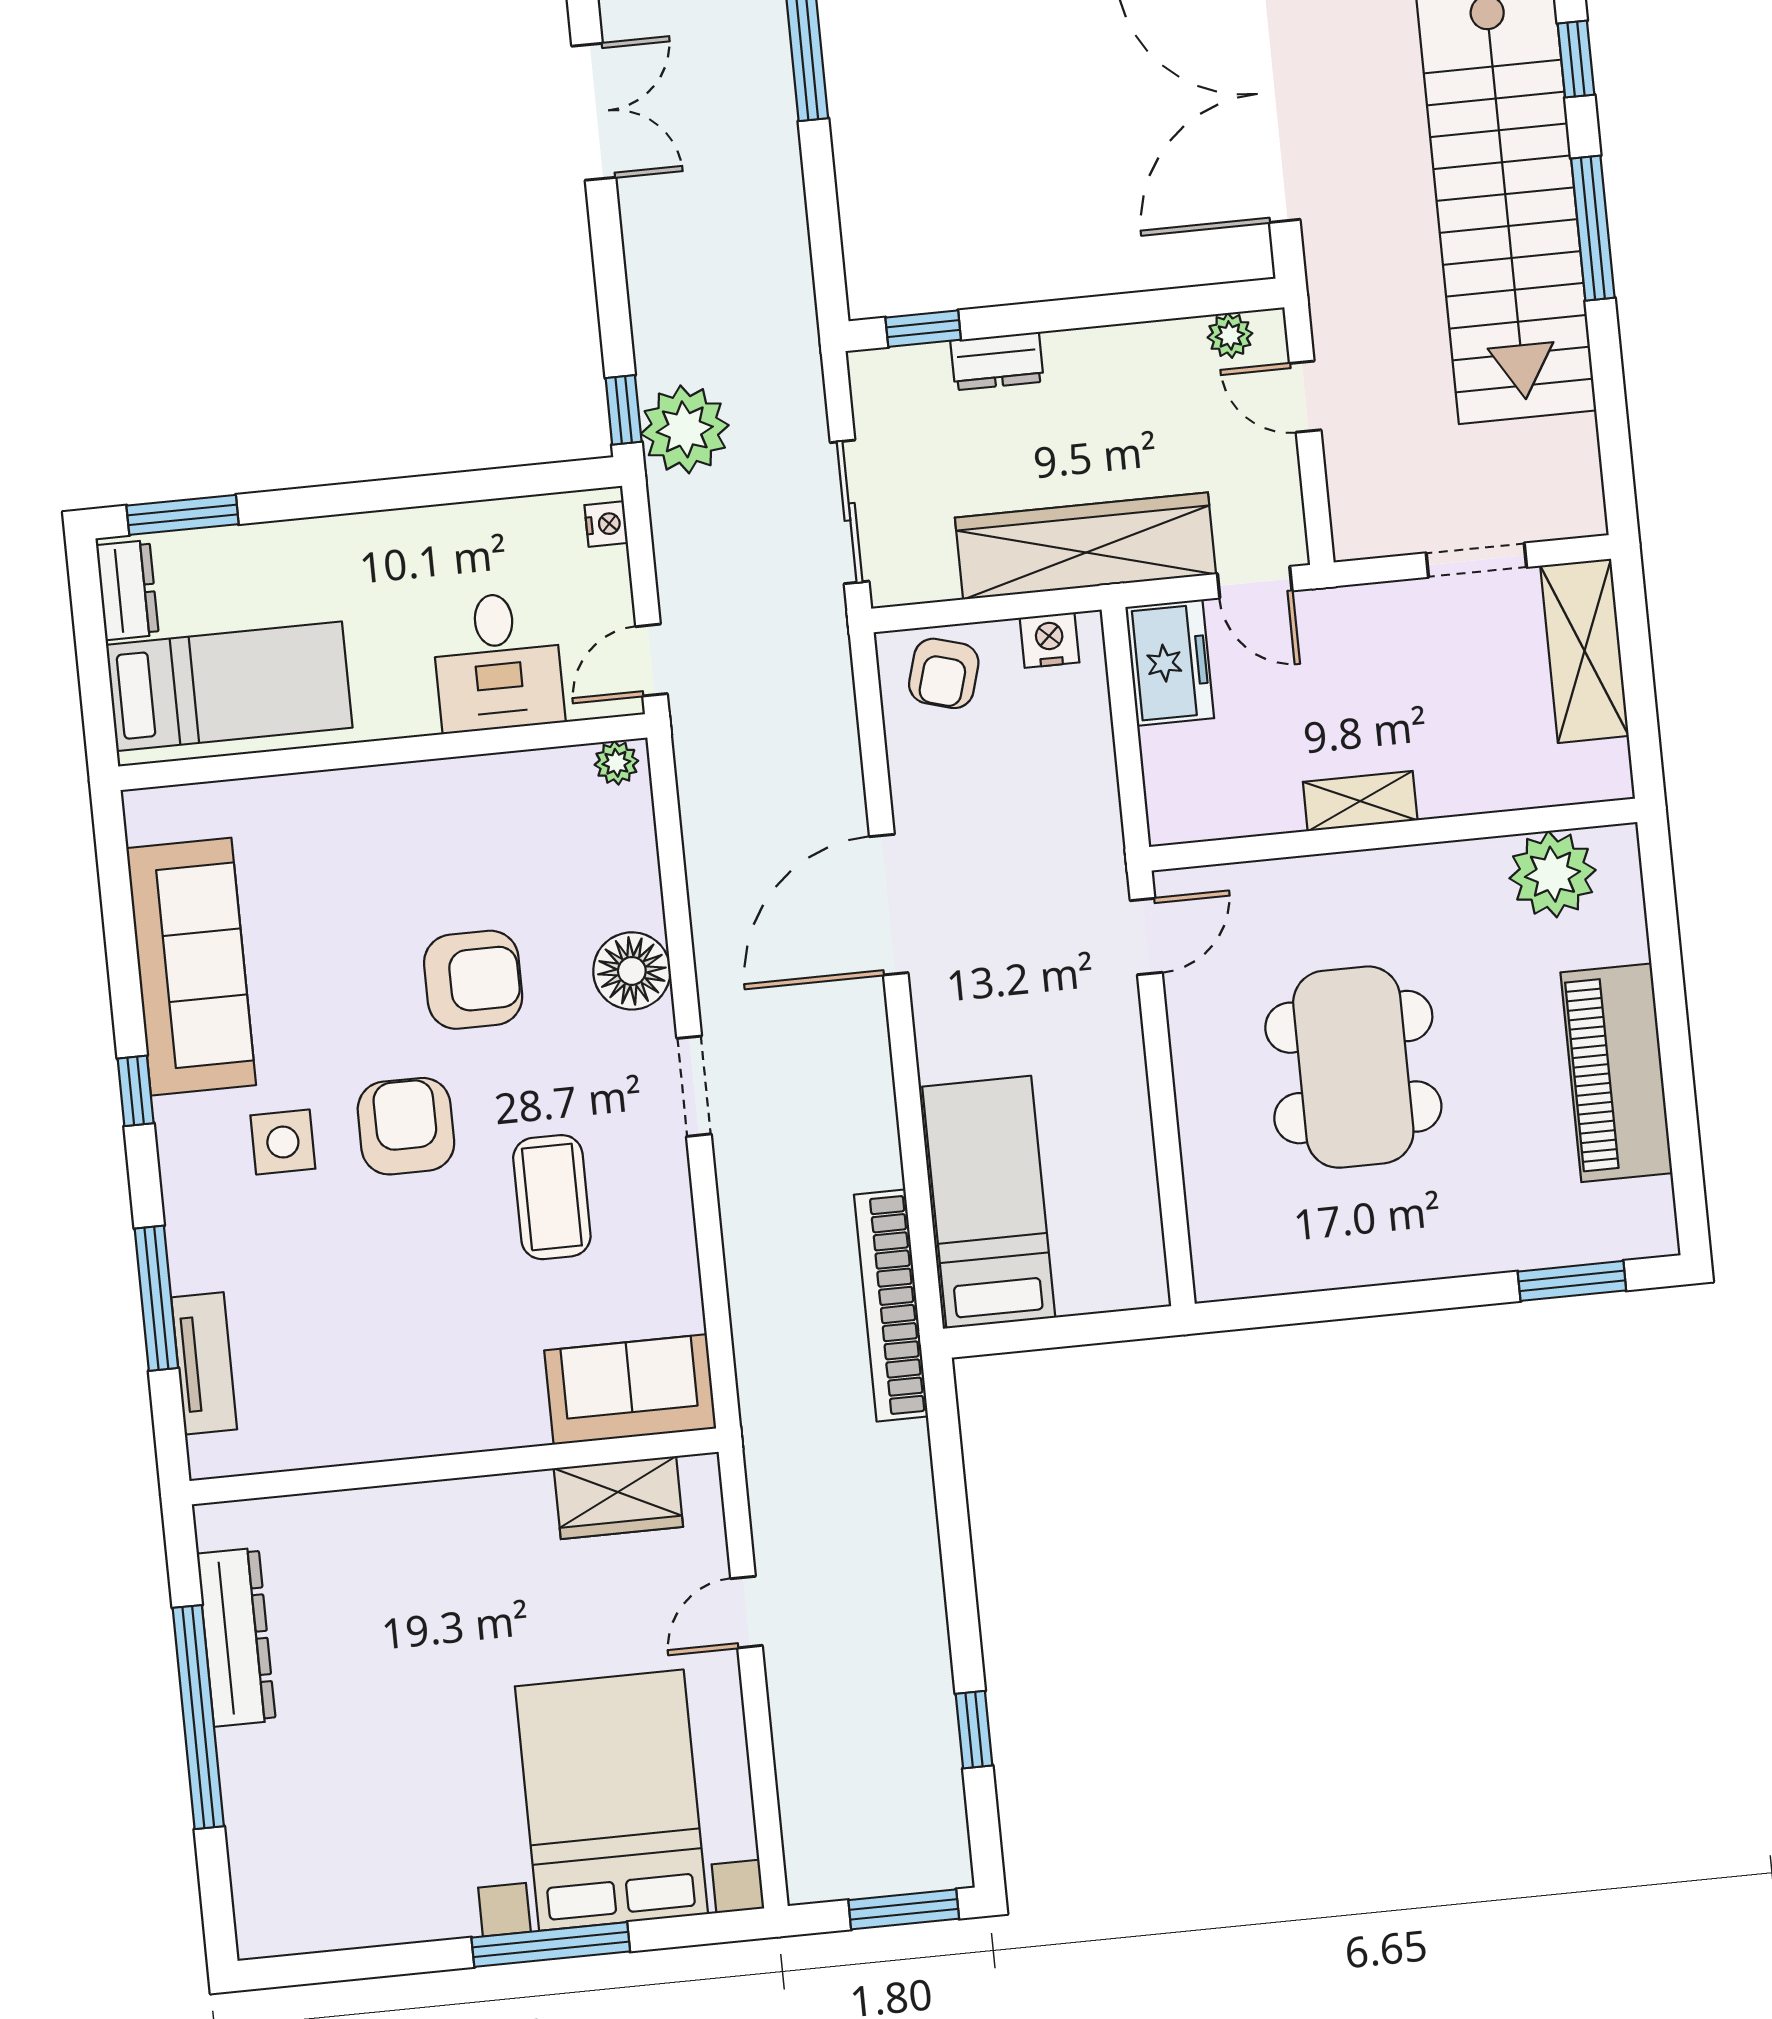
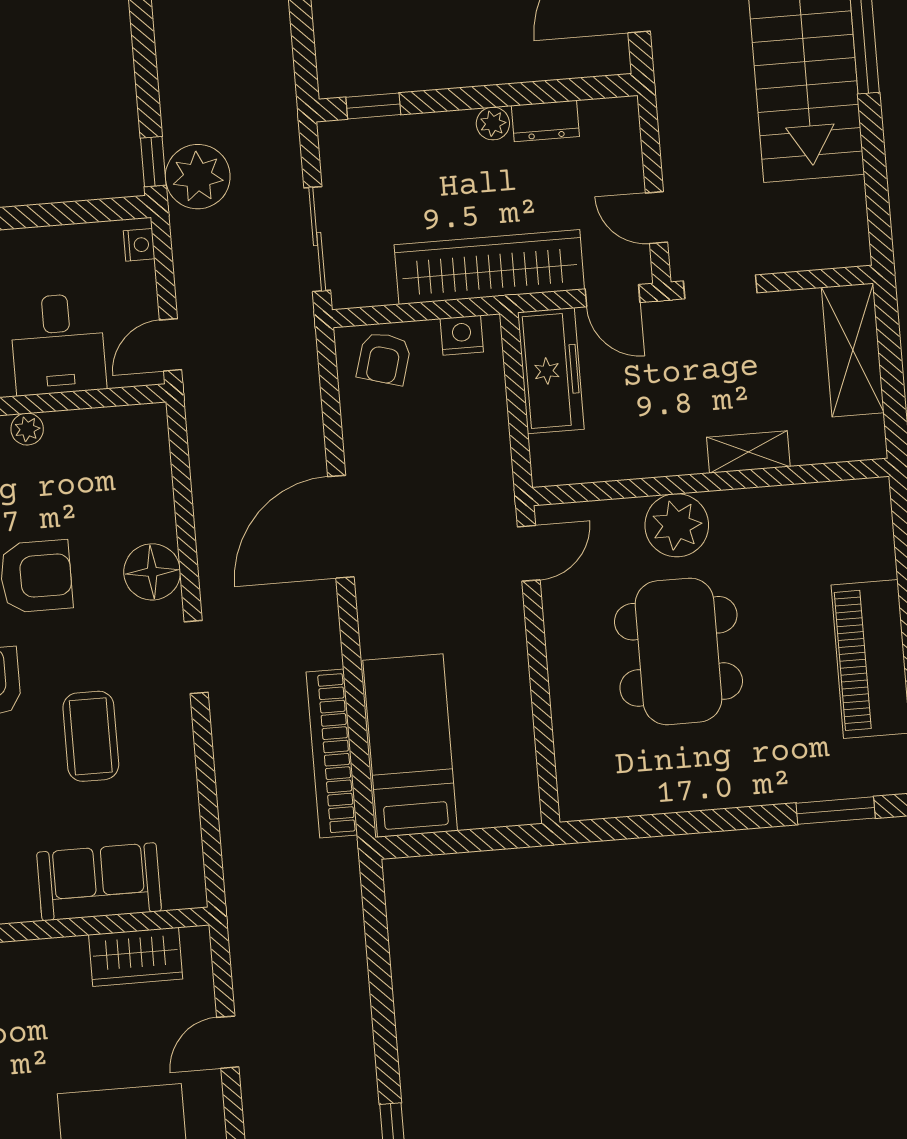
plant: (1230, 335) -> (493, 124), moved
dresser: (997, 361) -> (545, 121), moved
door: (1305, 397) -> (657, 218), moved
doorway: (1476, 560) -> (720, 287), moved
freezer: (1170, 663) -> (551, 371), width x1.40
plant: (616, 763) -> (27, 429), moved
shelving: (1360, 801) -> (748, 452), moved
plant: (1553, 874) -> (677, 525), moved
bookcase: (891, 1306) -> (332, 754), moved
sofa: (630, 1389) -> (99, 882), moved

